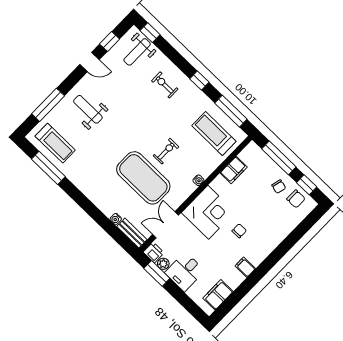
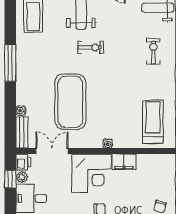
exercise bike: (166, 151) -> (91, 48), moved
window: (48, 168) -> (10, 63), moved
filing cabinet: (234, 170) -> (124, 162), moved
window: (157, 273) -> (10, 179), width x0.67

